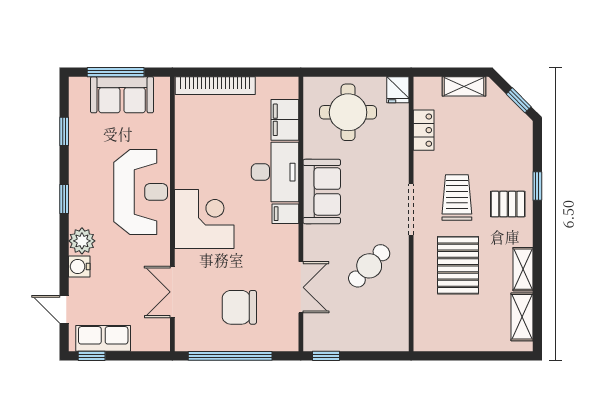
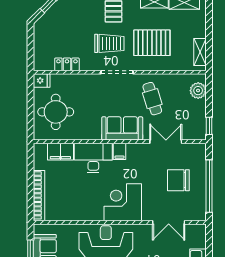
shelving: (464, 86) -> (200, 52), moved
sofa: (322, 191) -> (122, 128), moved
trolley: (457, 198) -> (109, 43), turned 180
cafe table: (369, 266) -> (152, 99), turned 30
chair: (239, 307) -> (178, 180), turned 90
plant: (382, 339) -> (198, 91), added

